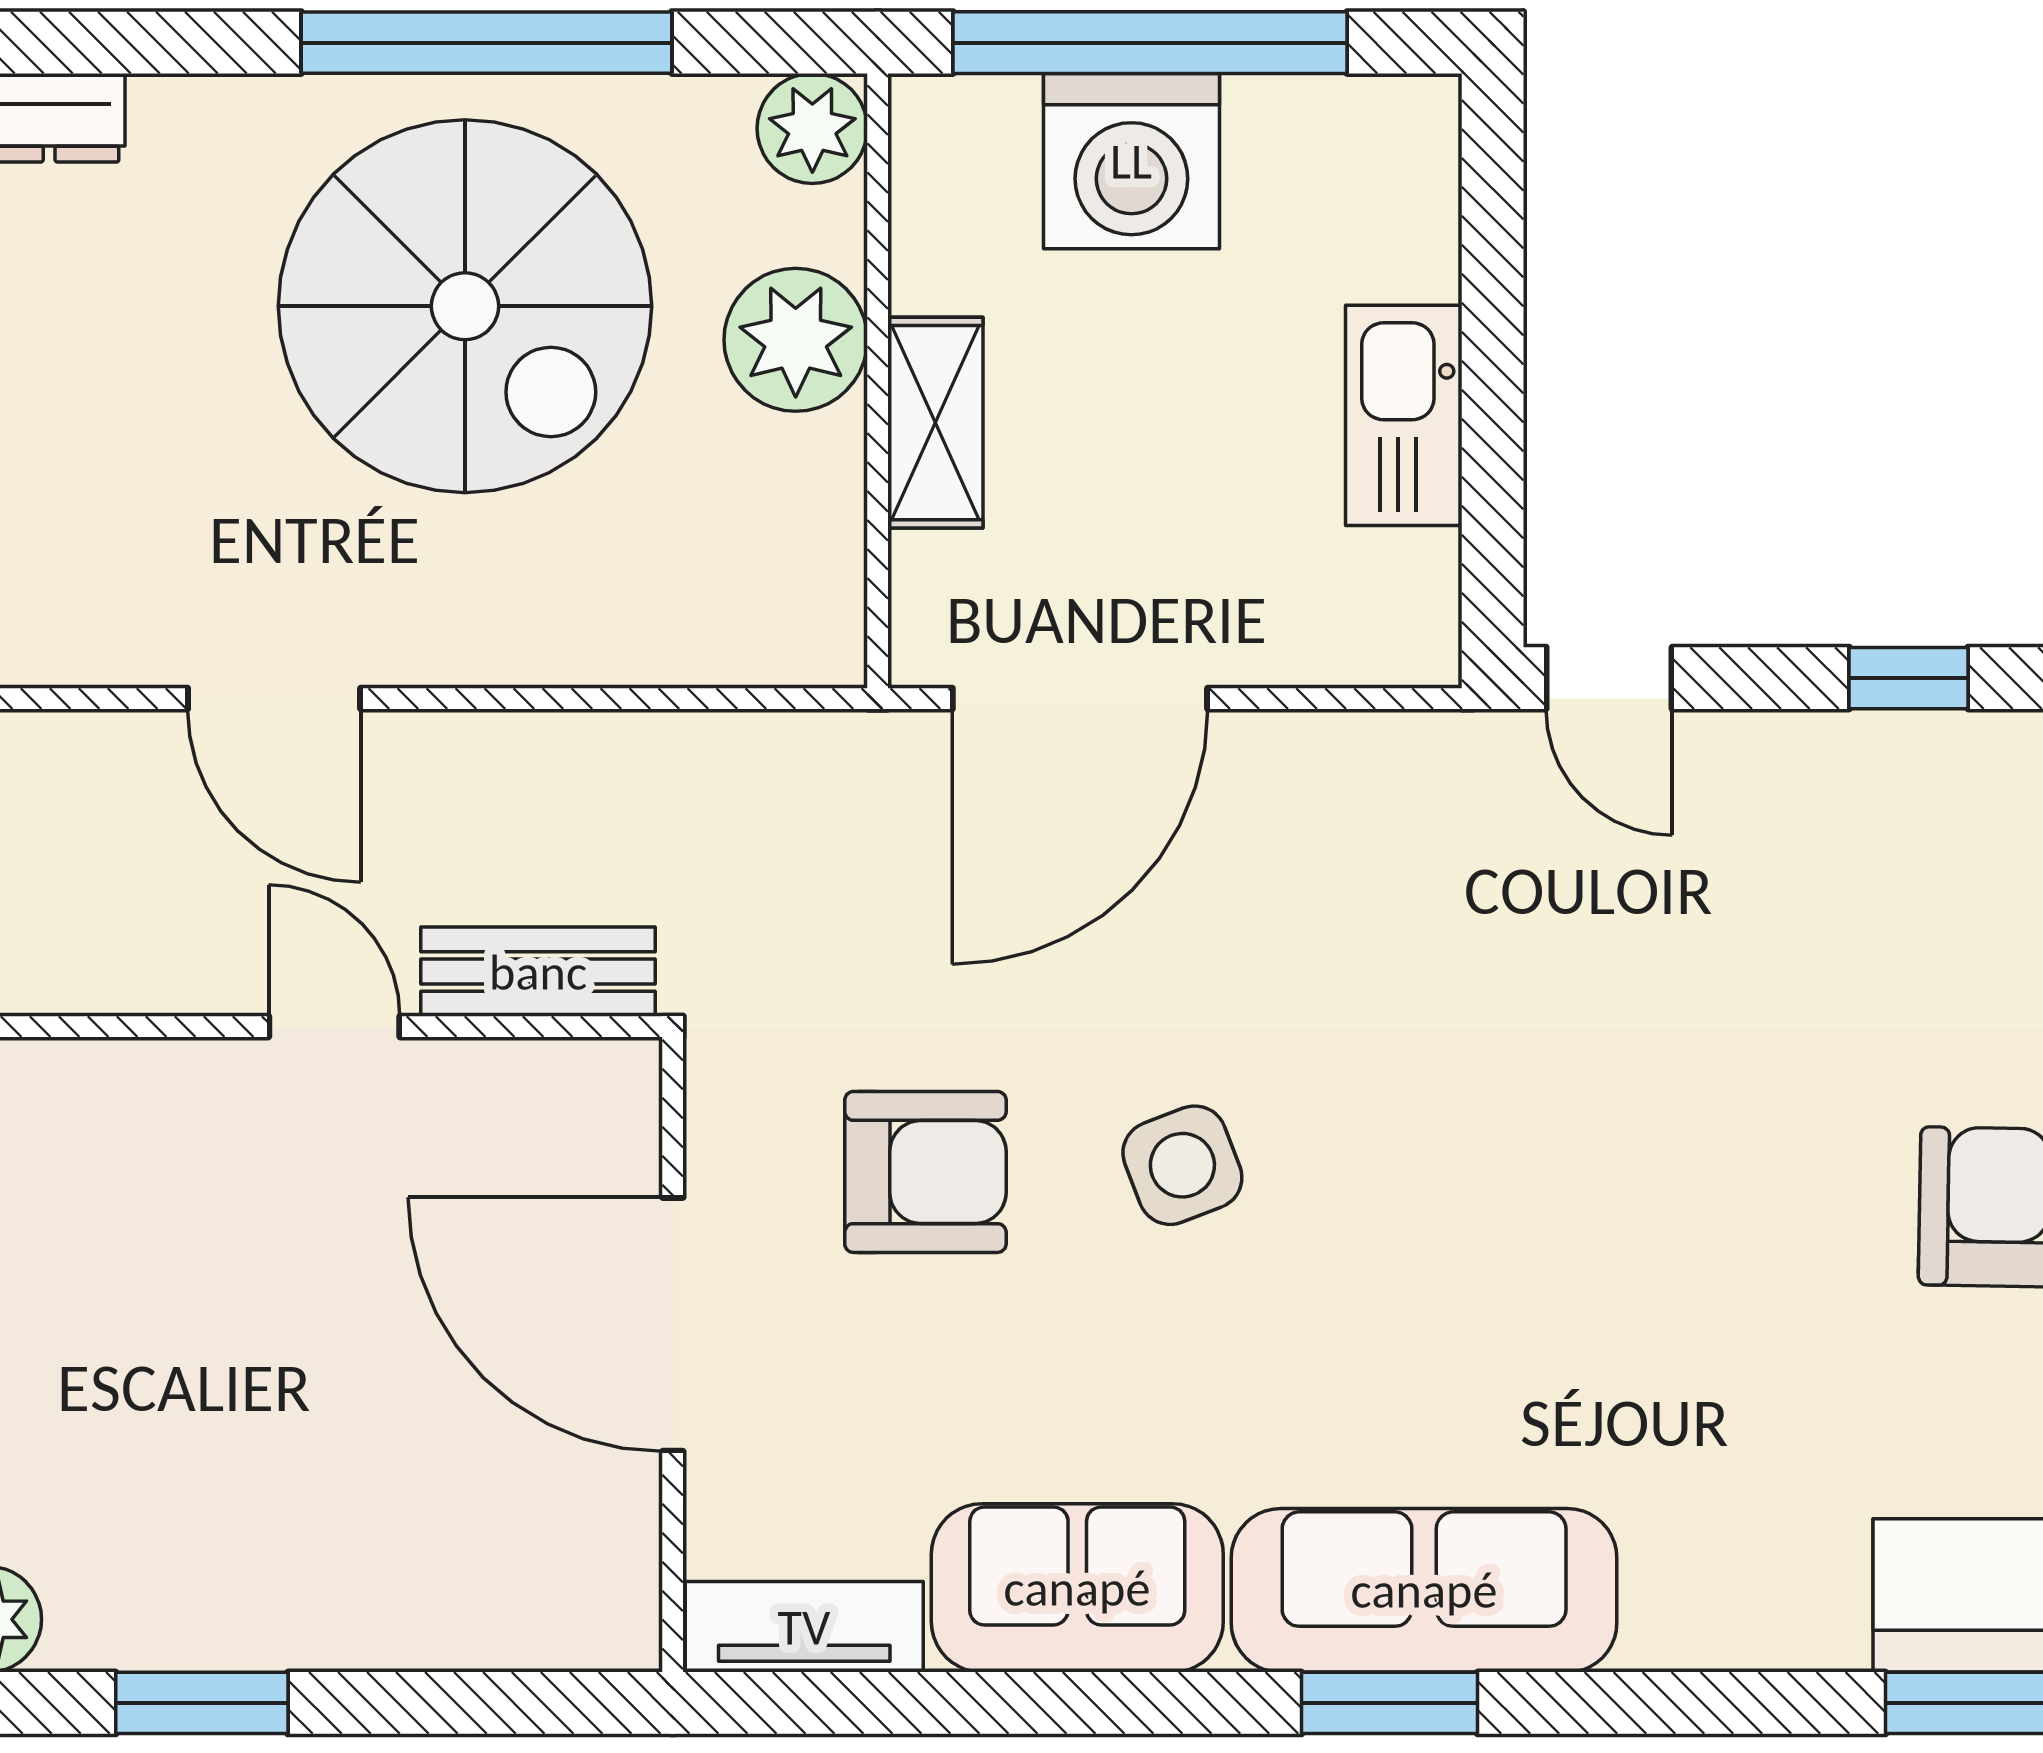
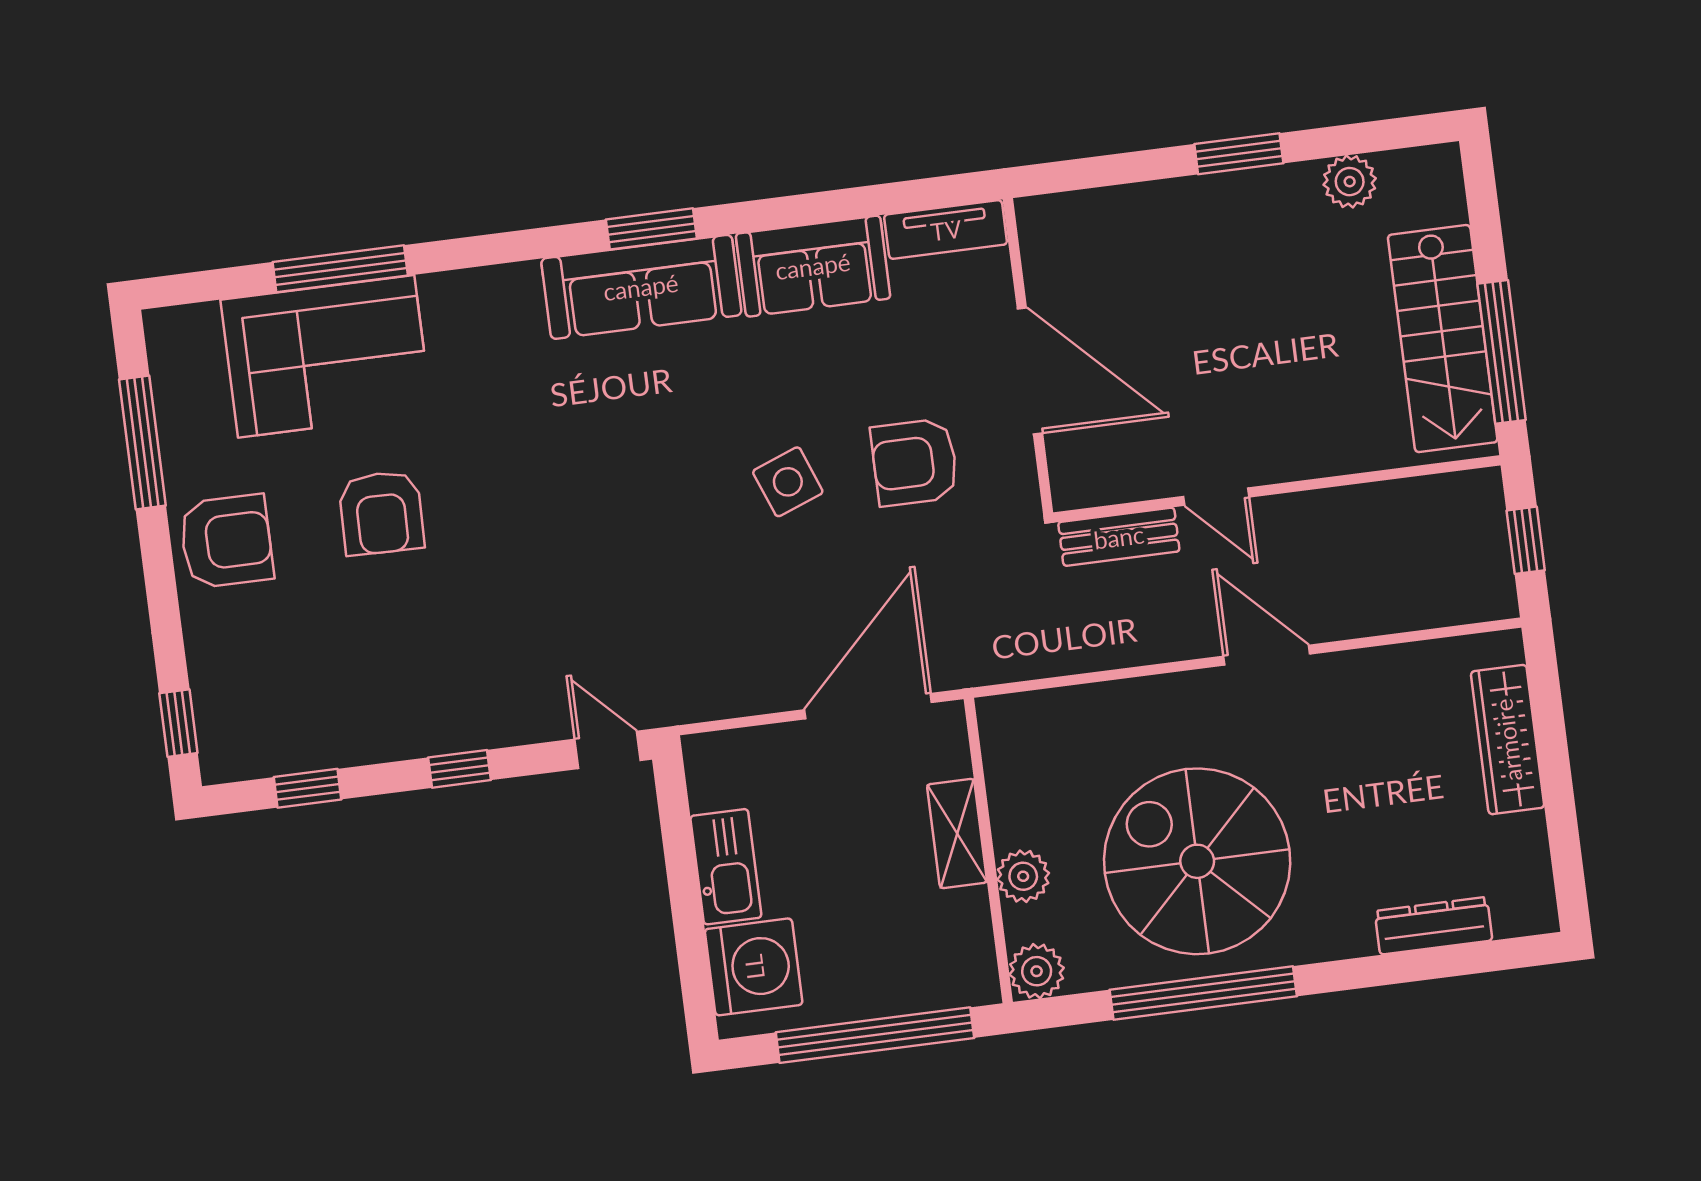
washing machine: (1131, 161) -> (754, 967), moved, turned 90
plant: (796, 340) -> (1023, 876), width x0.73, depth x0.73

